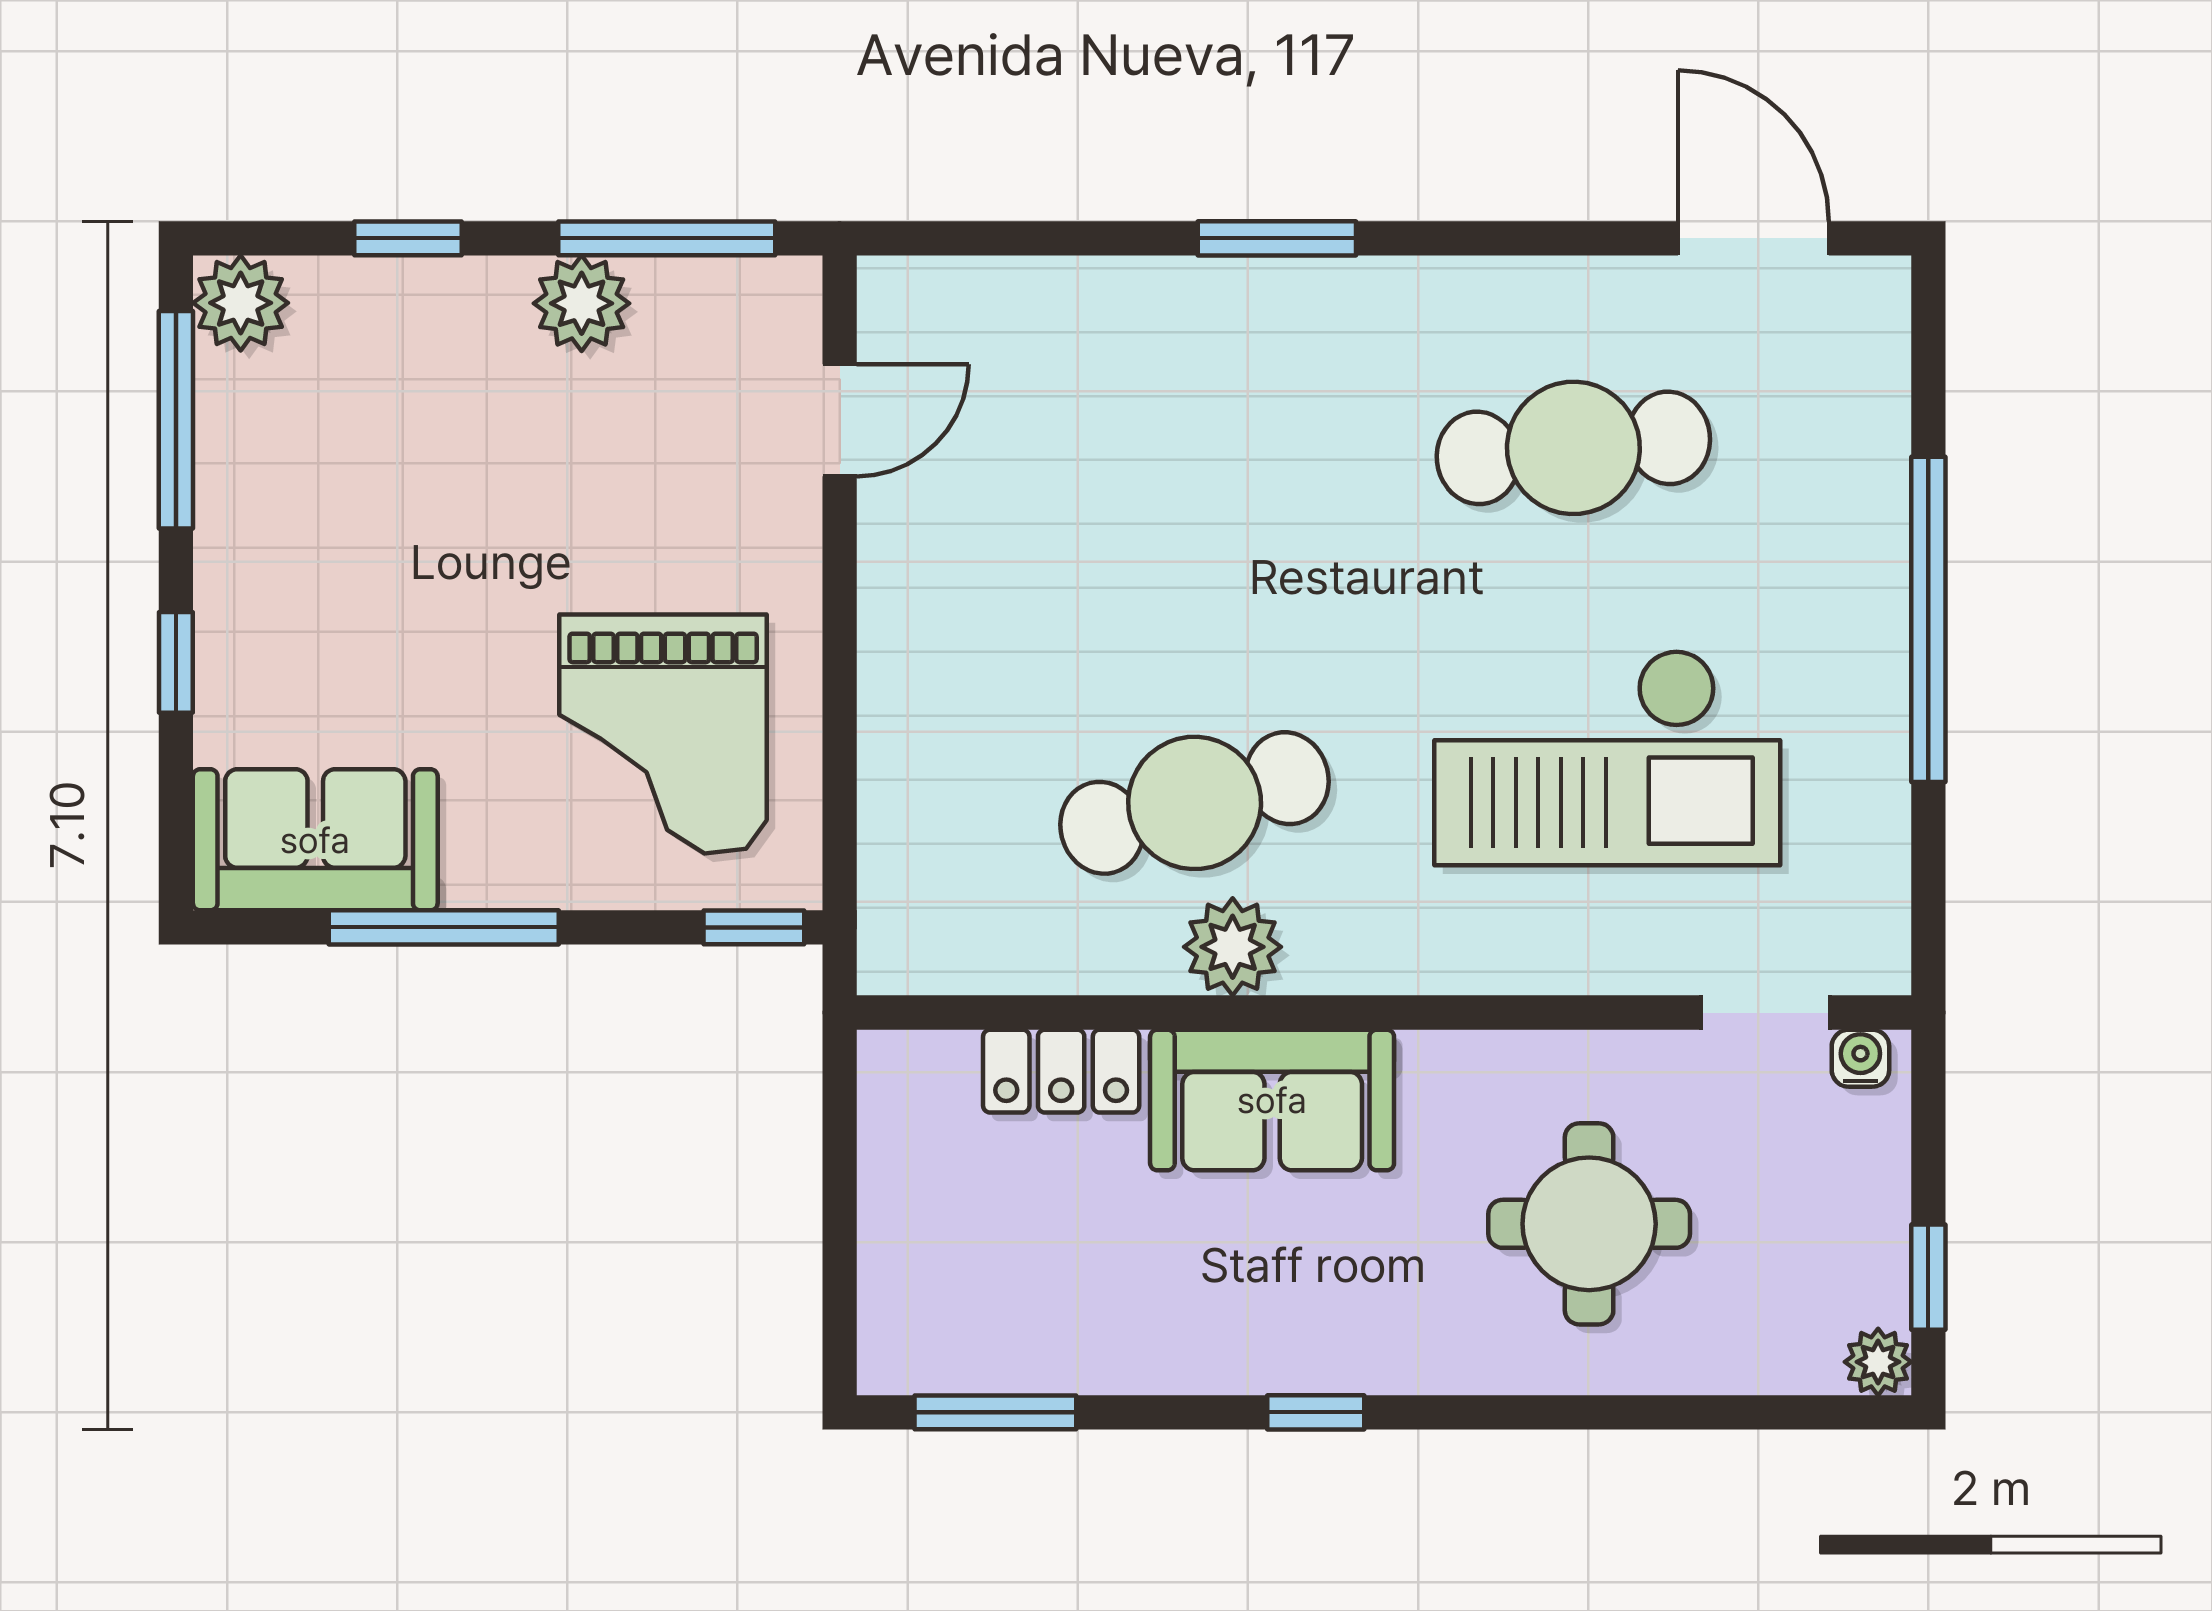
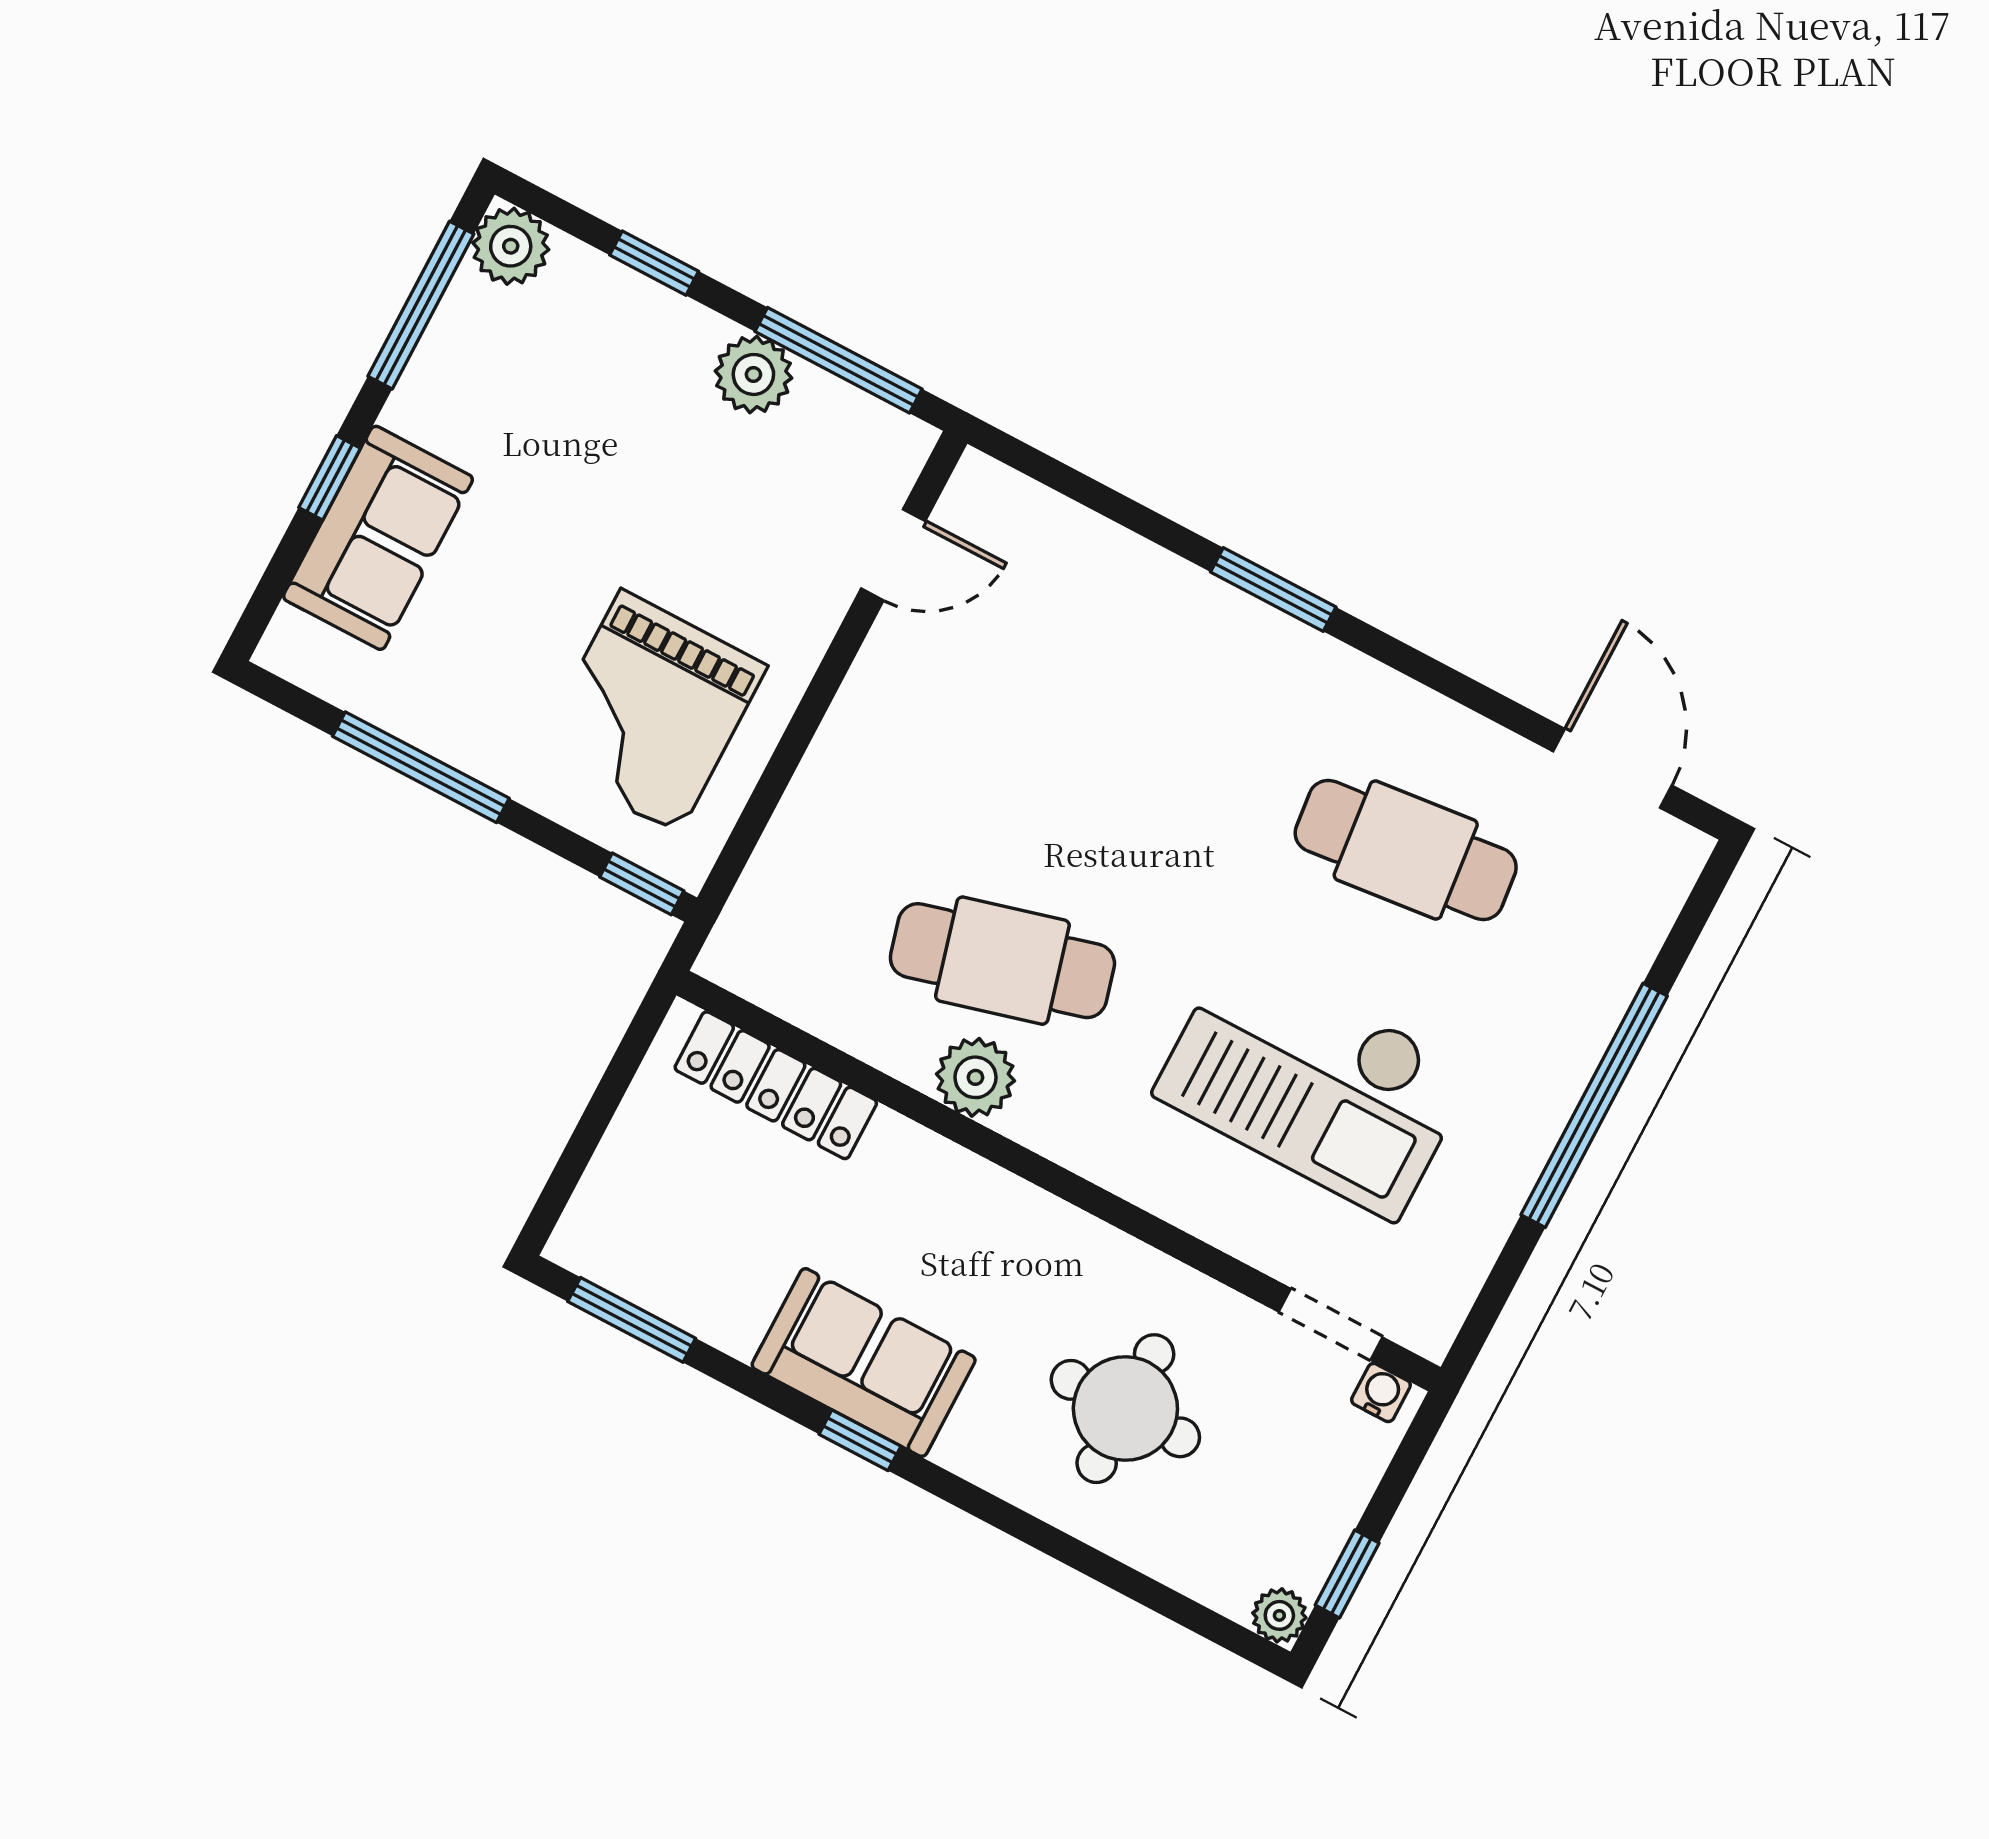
sofa: (315, 840) -> (378, 538), moved, turned 90
locker: (1061, 1071) -> (776, 1085), width x1.53
sofa: (1272, 1100) -> (864, 1363), moved, turned 180

